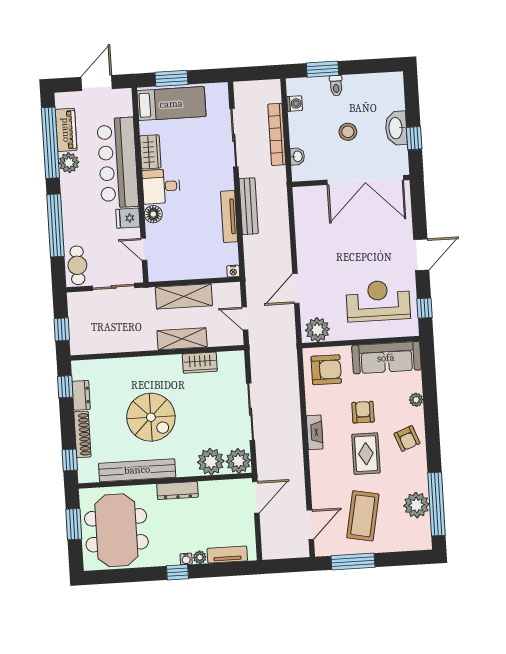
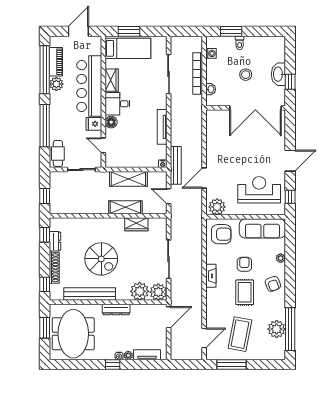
bench: (249, 206) -> (176, 165), moved

